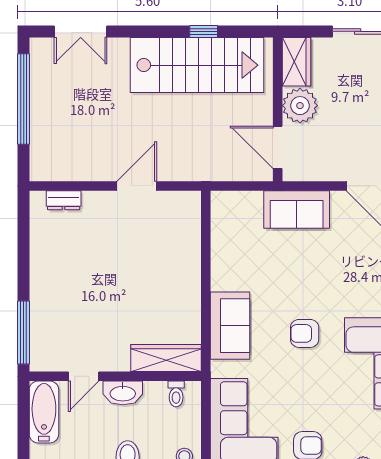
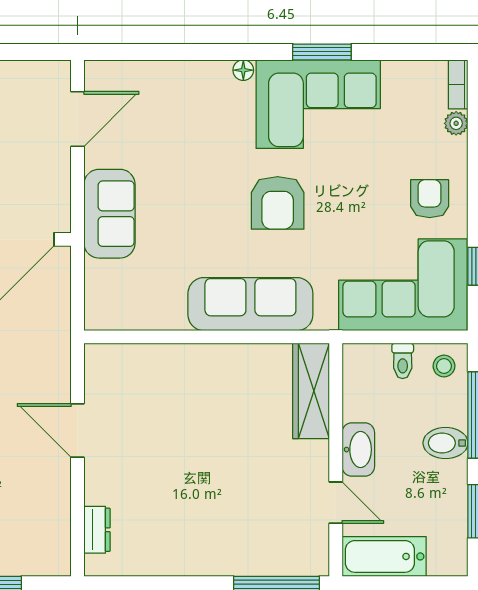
sofa: (230, 326) -> (250, 304), width x1.36
armchair: (305, 333) -> (278, 203), width x1.38, depth x1.38
toilet: (176, 394) -> (403, 361), moved, turned 90

